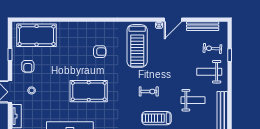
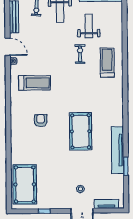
treadmill: (137, 46) -> (35, 83), width x0.73, depth x0.73
armchair: (28, 66) -> (56, 193), removed
exercise bike: (149, 91) -> (80, 54), moved
treadmill: (157, 118) -> (107, 63), turned 180

